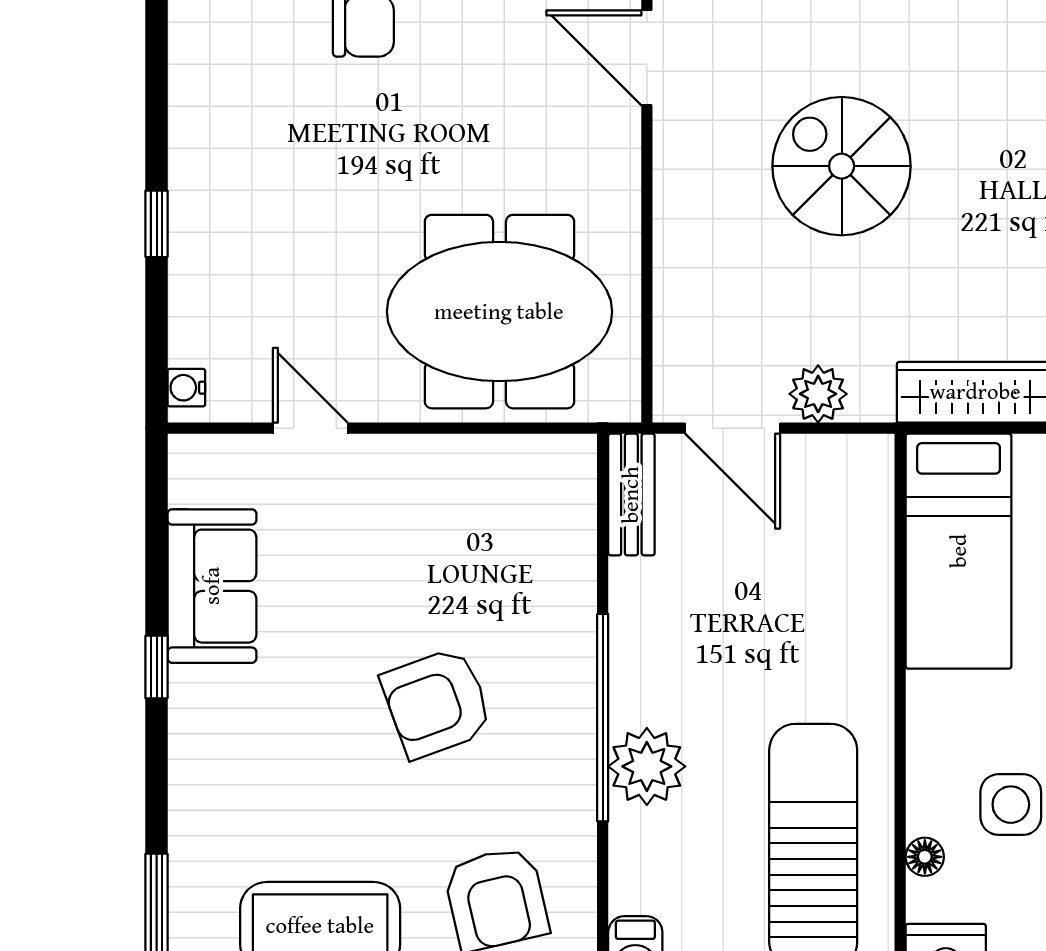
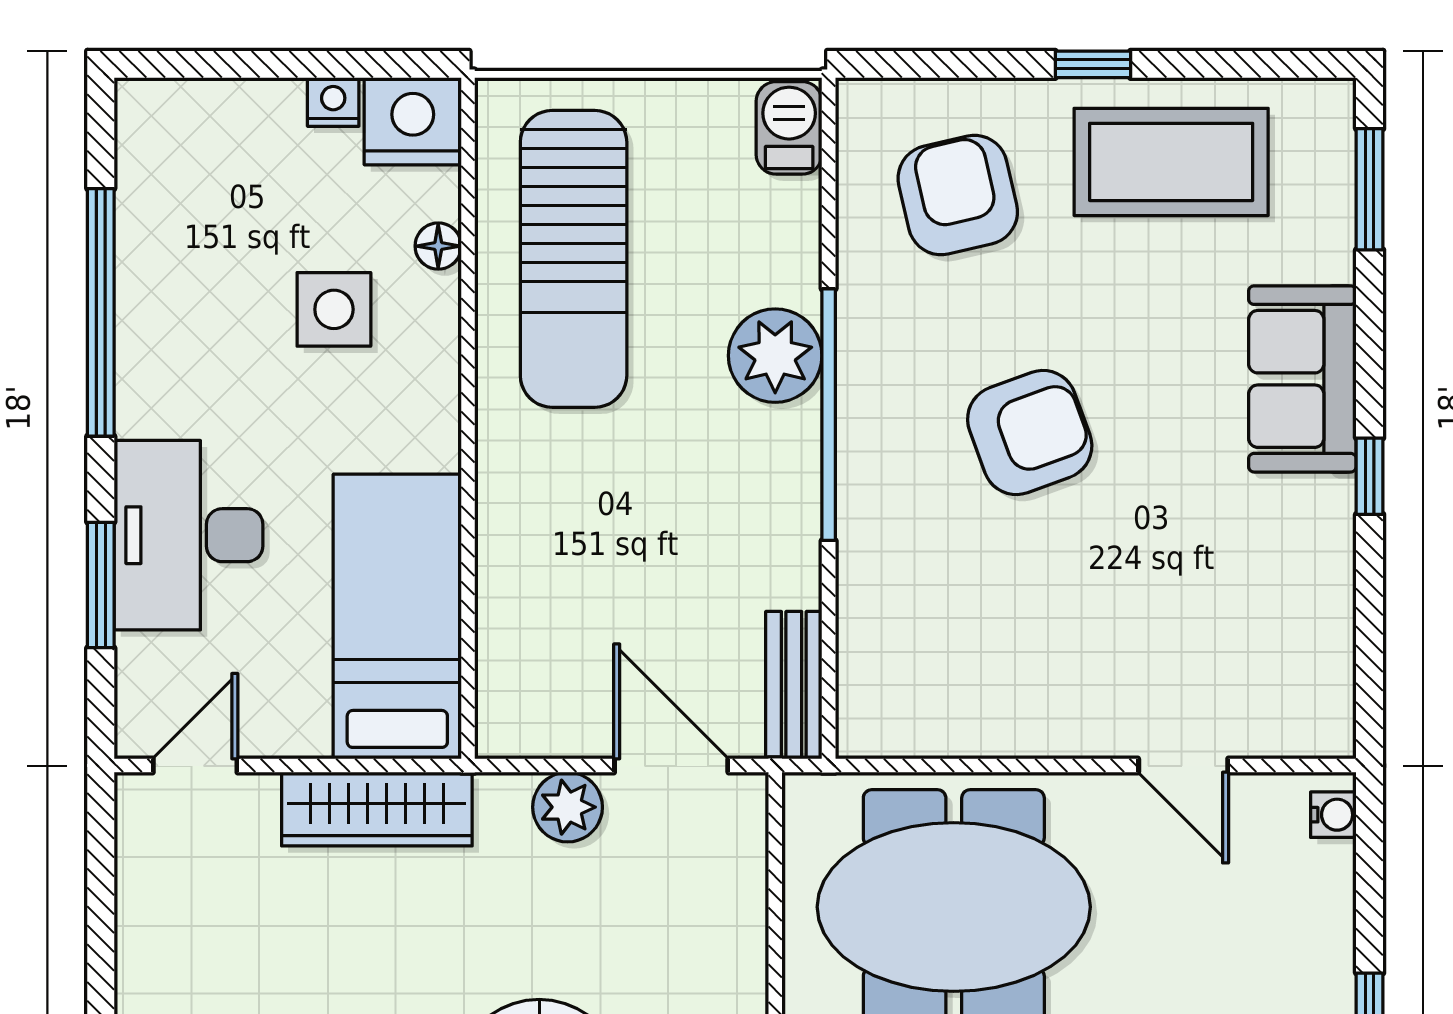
sofa: (212, 586) -> (1302, 379), moved

